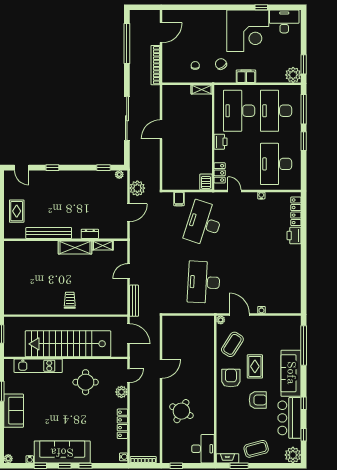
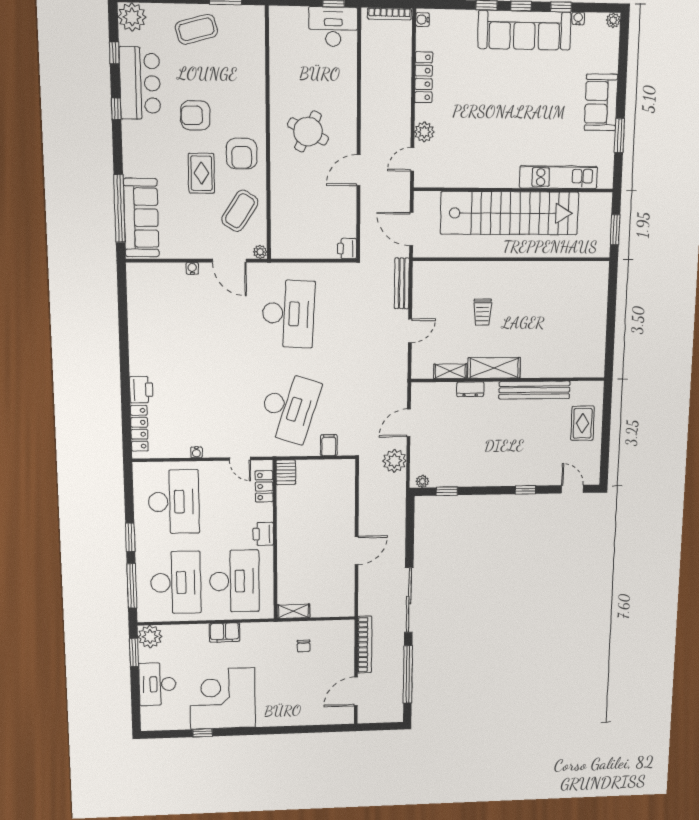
desk: (284, 22) -> (157, 684), moved, turned 90
chair: (221, 64) -> (264, 649), removed
sliding door: (127, 118) -> (409, 600), moved
trolley: (70, 300) -> (482, 312), moved
printer: (168, 322) -> (347, 249), added
sofa: (291, 373) -> (141, 218), moved
round table: (86, 382) -> (483, 149), removed
round table: (181, 411) -> (308, 131), moved
desk: (203, 449) -> (333, 27), moved, turned 90
fireplace: (227, 458) -> (246, 13), removed

